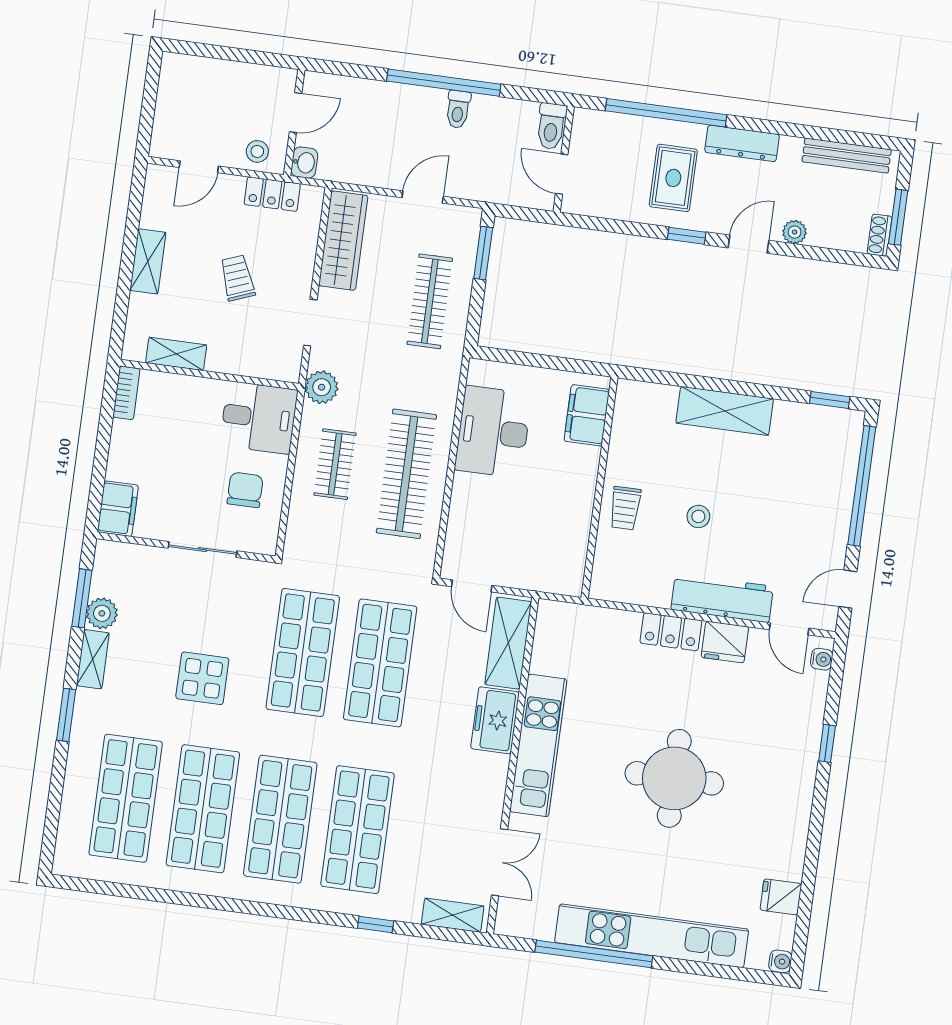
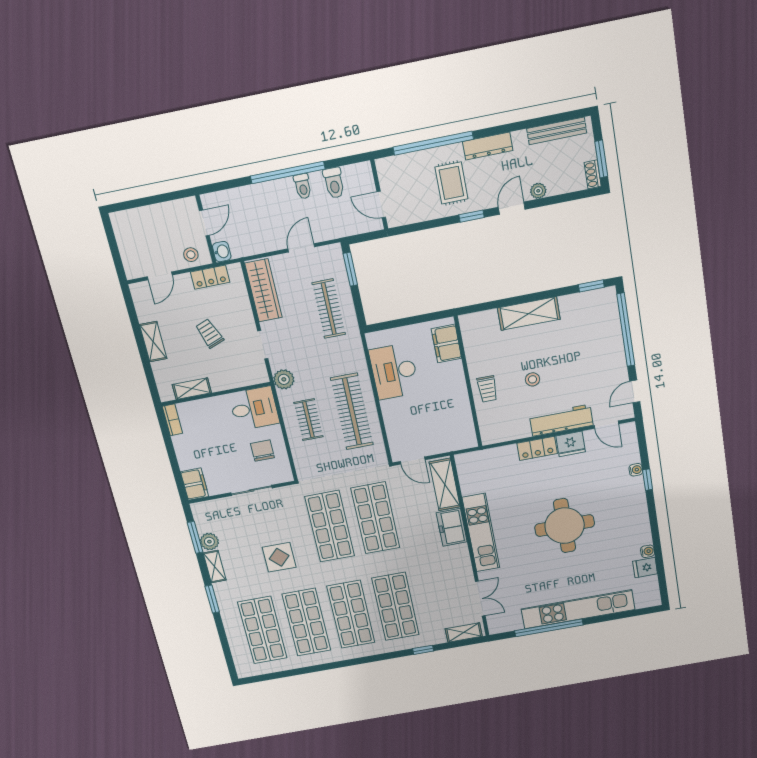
toilet: (551, 126) -> (334, 183), moved
water cooler: (822, 659) -> (636, 470), moved
water cooler: (780, 961) -> (648, 551), moved

